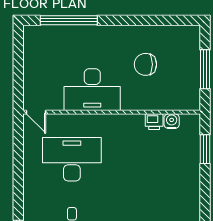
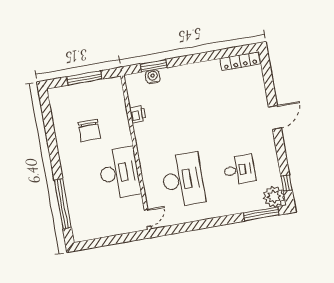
water cooler: (172, 121) -> (153, 77), moved, turned 90
desk: (72, 159) -> (183, 180), turned 180

